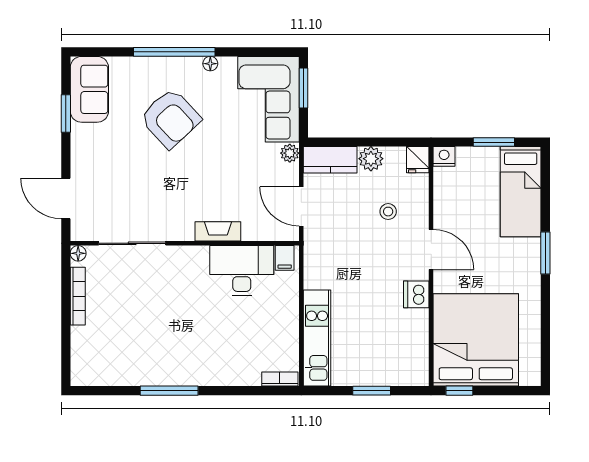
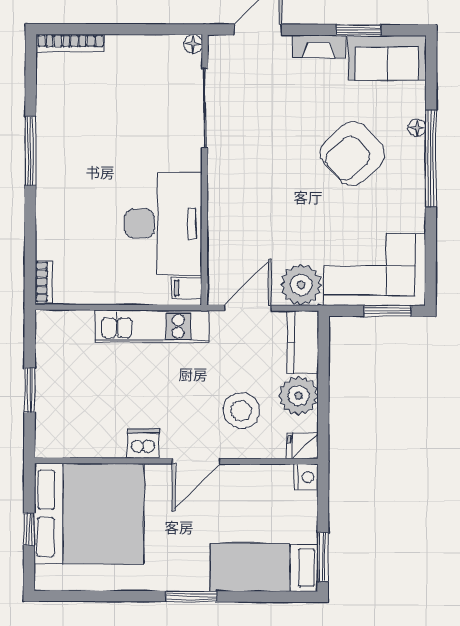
floor lamp: (210, 64) -> (417, 128), moved
window: (494, 142) -> (323, 557), moved
plant: (290, 153) -> (301, 285), width x1.88, depth x1.88
plant: (371, 159) -> (298, 396), width x1.36, depth x1.36
stool: (388, 212) -> (241, 411), width x1.89, depth x1.89
fireplace: (218, 231) -> (319, 47), moved, turned 90
desk: (242, 271) -> (163, 224), width x1.36, depth x1.30
bookcase: (78, 296) -> (70, 43), moved
kitchen unit: (317, 338) -> (152, 326), moved
window: (459, 391) -> (29, 529), moved

